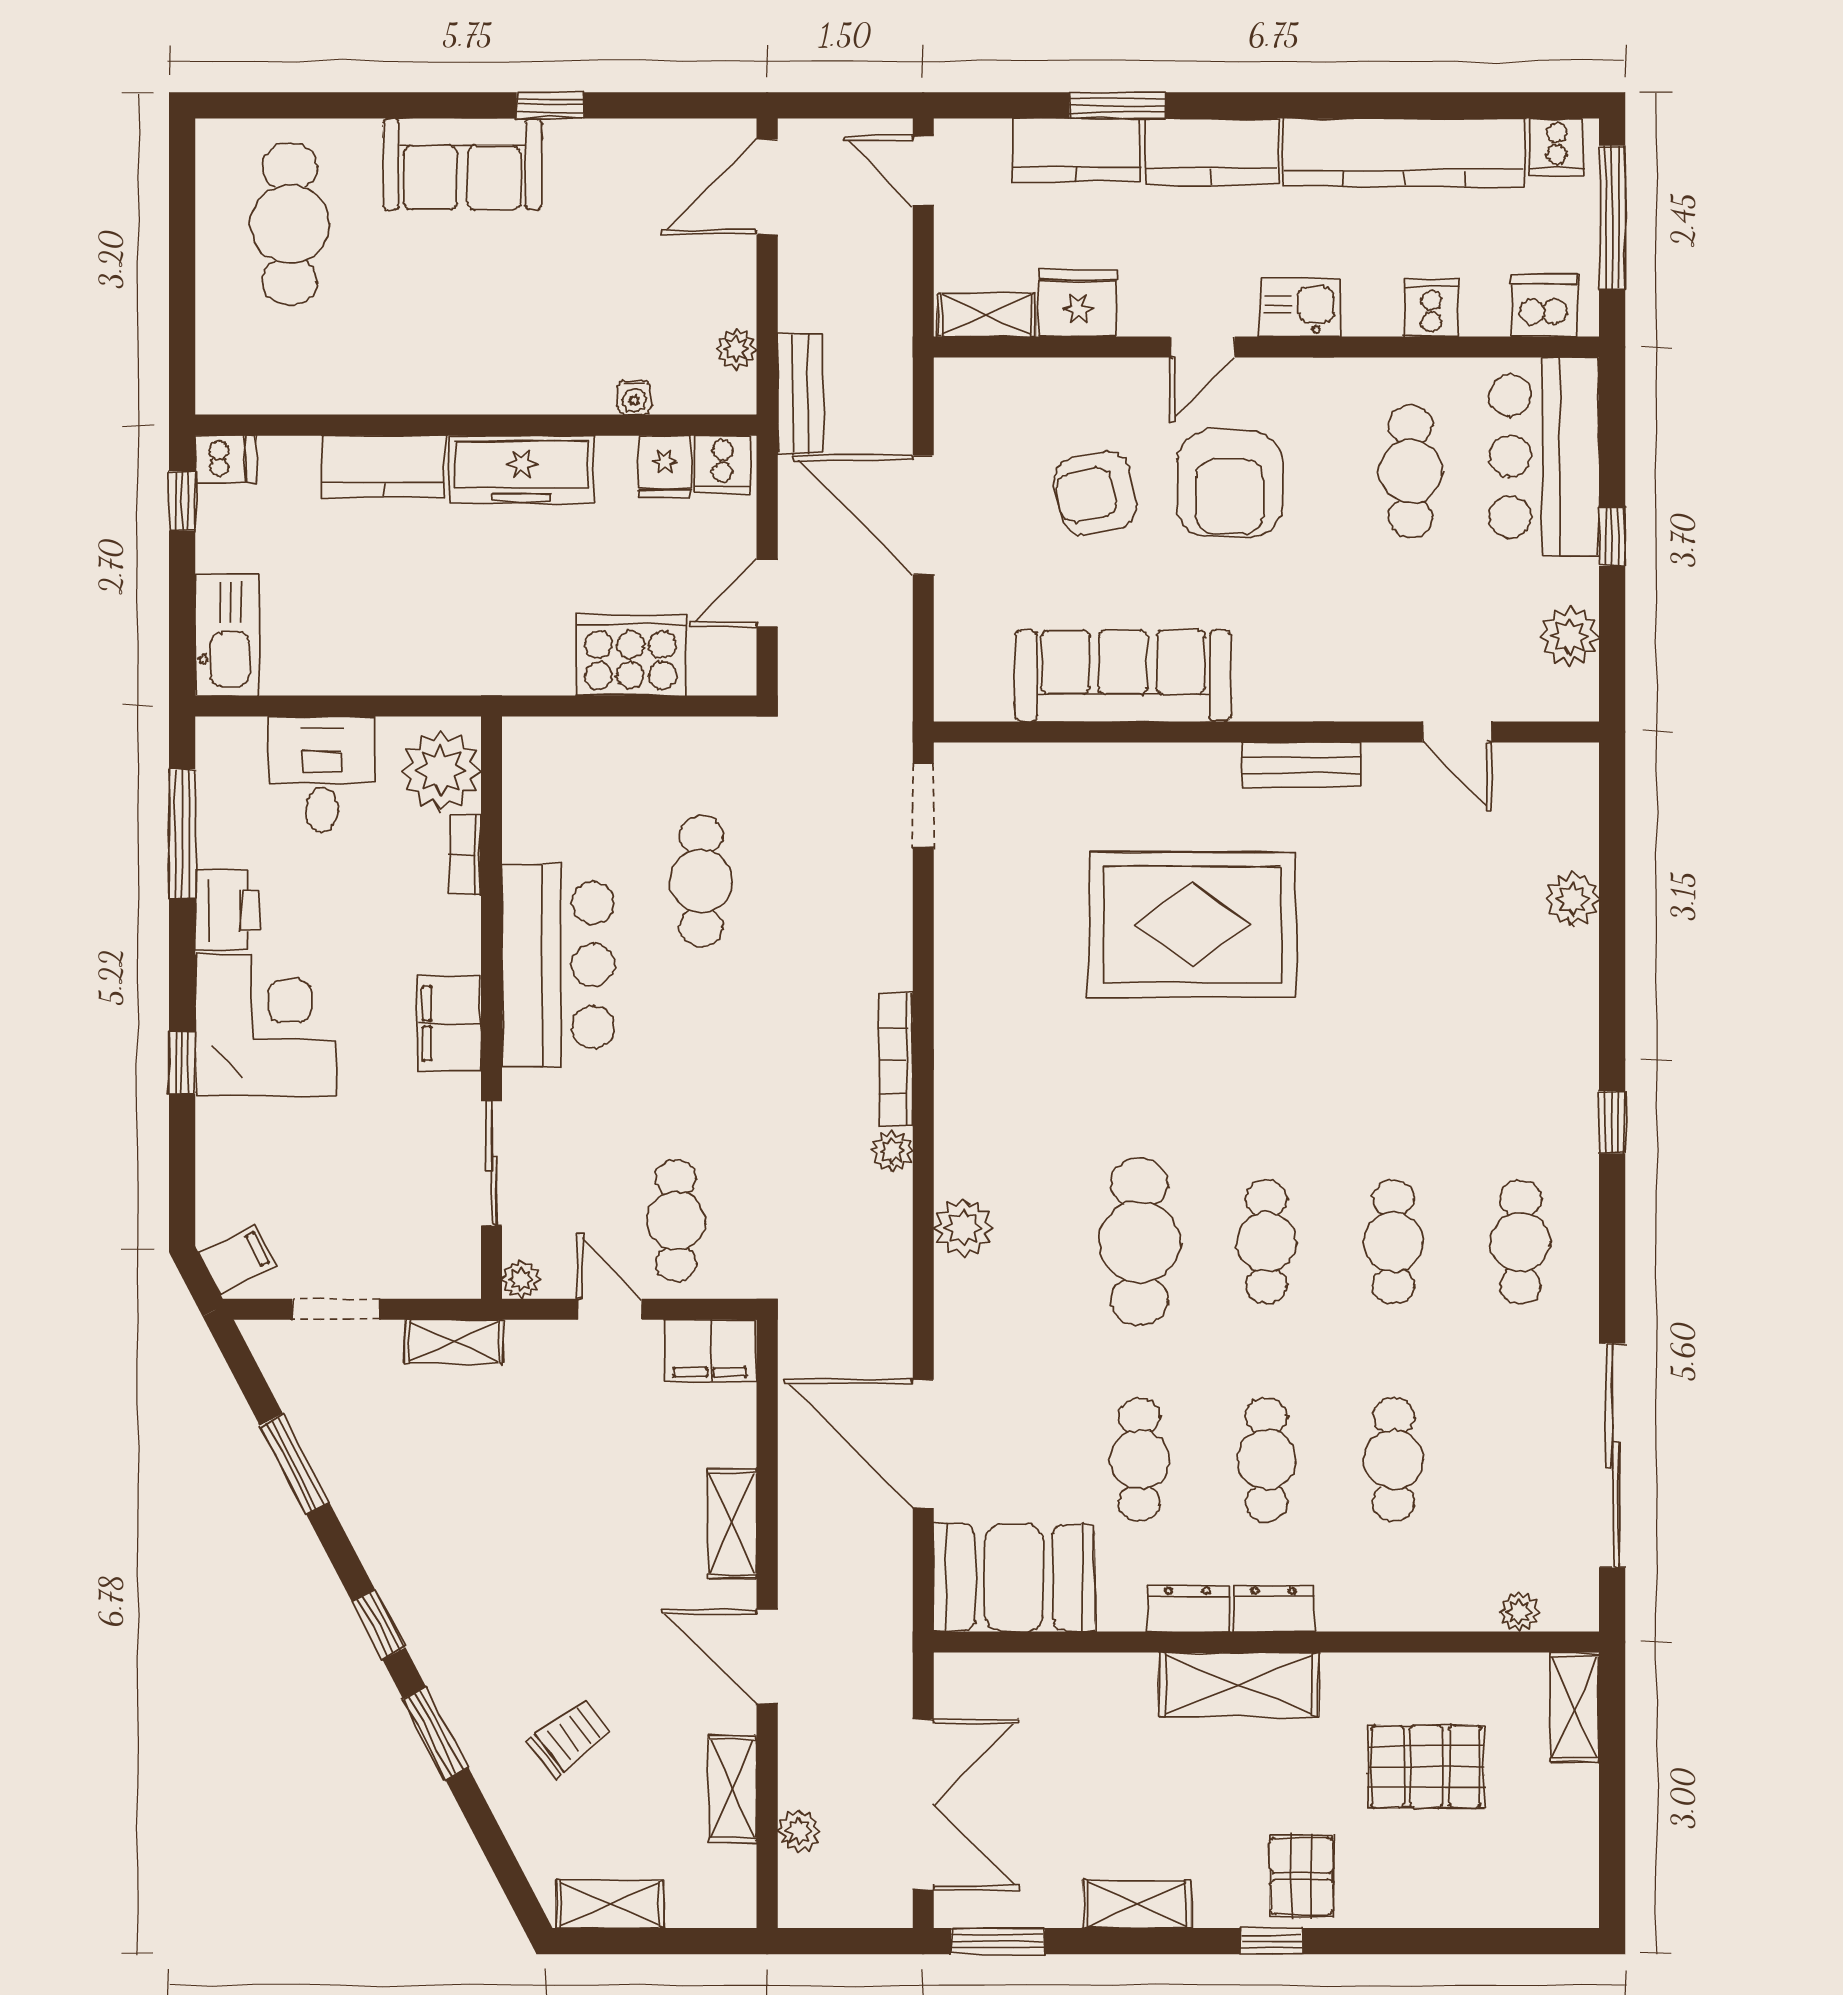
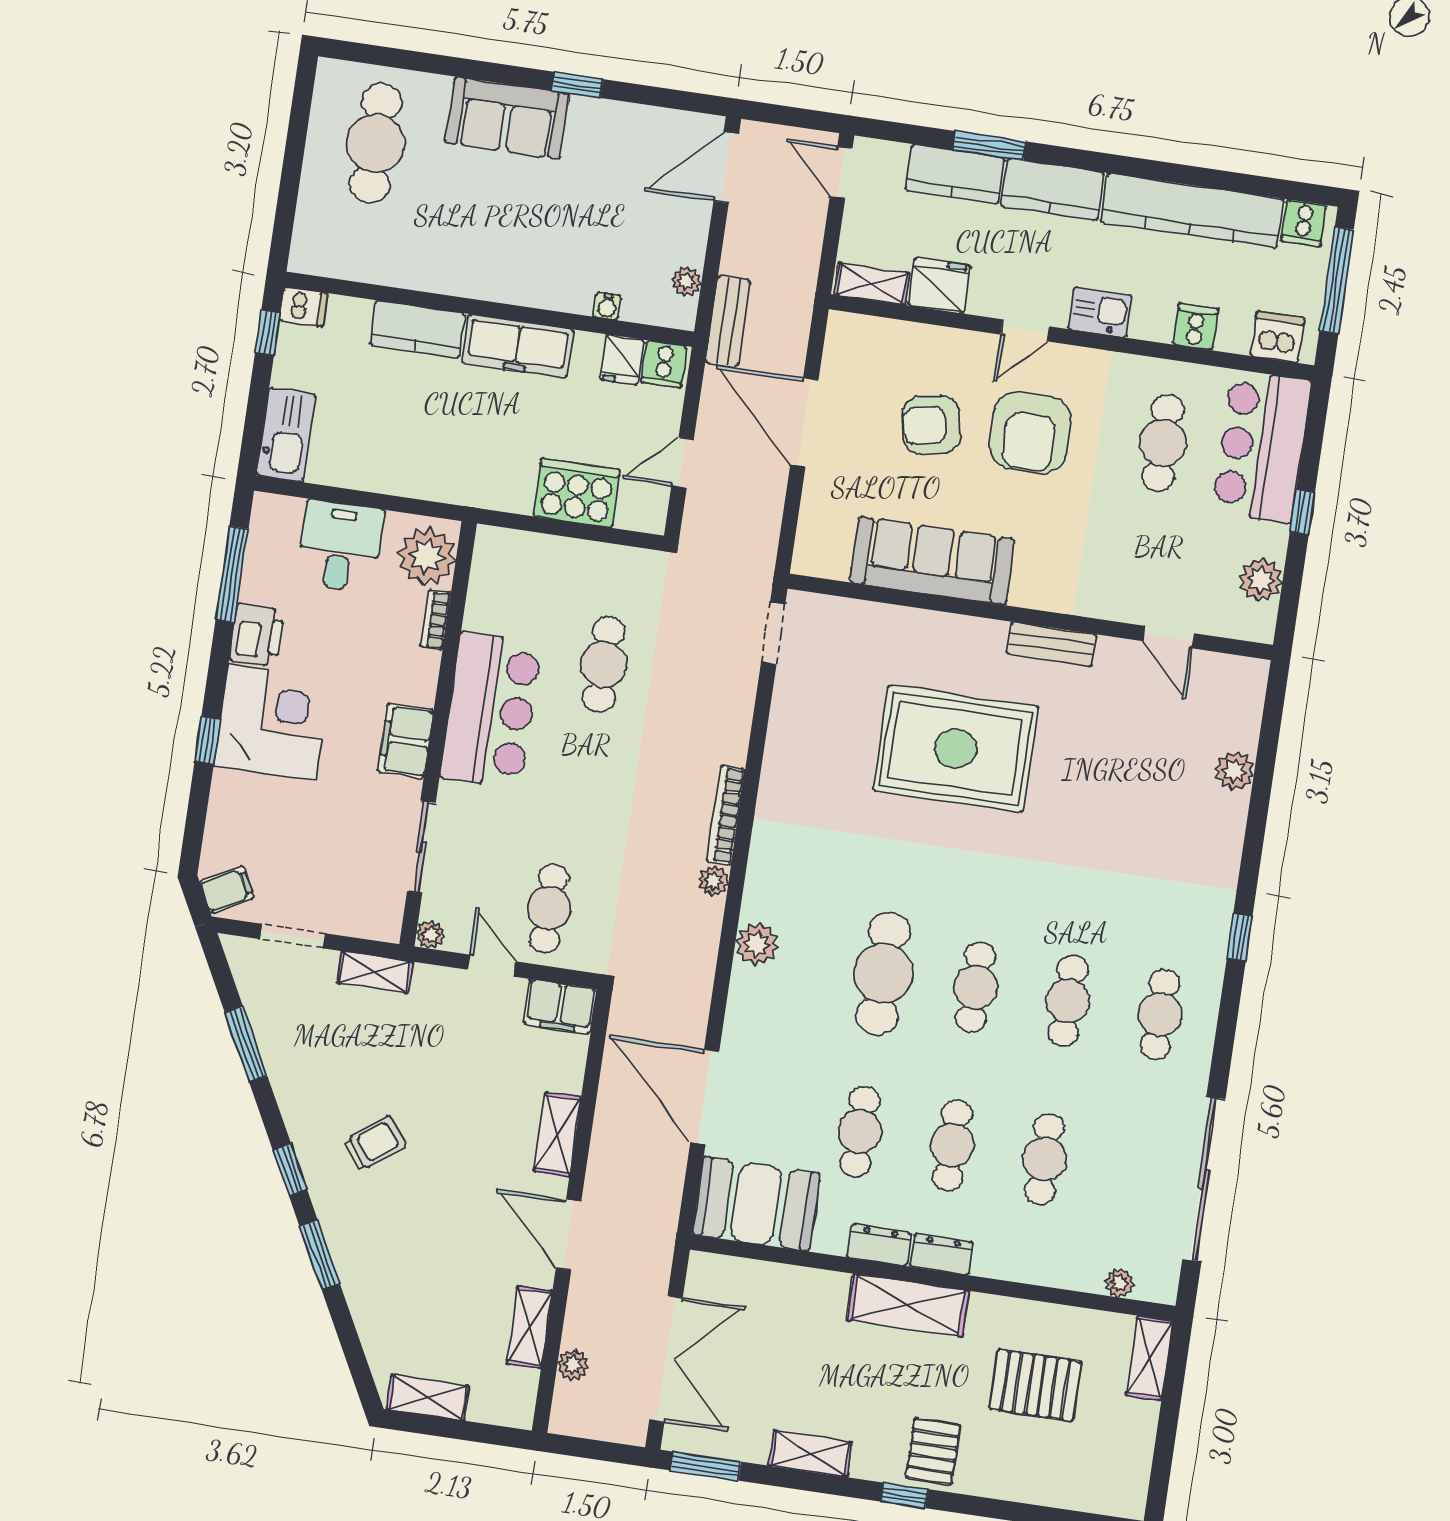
trolley: (570, 1738) -> (375, 1143), moved

